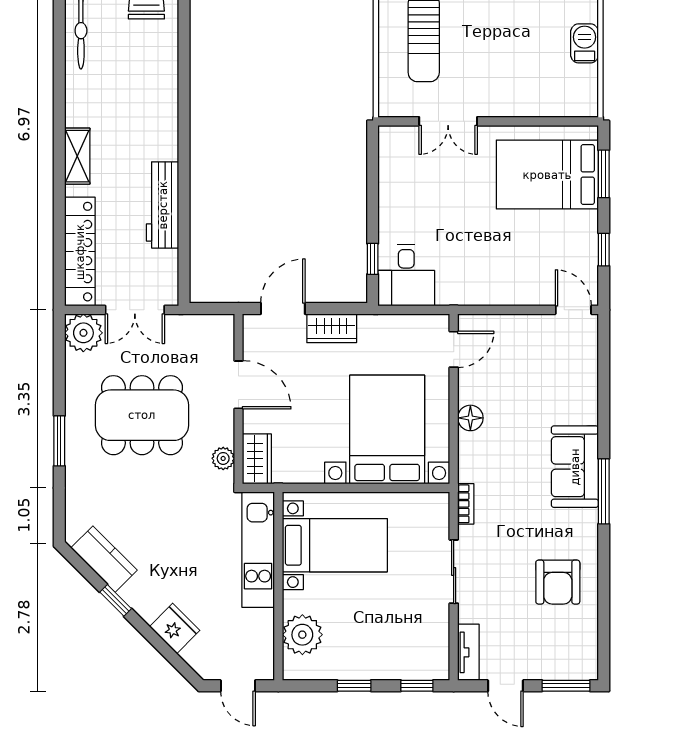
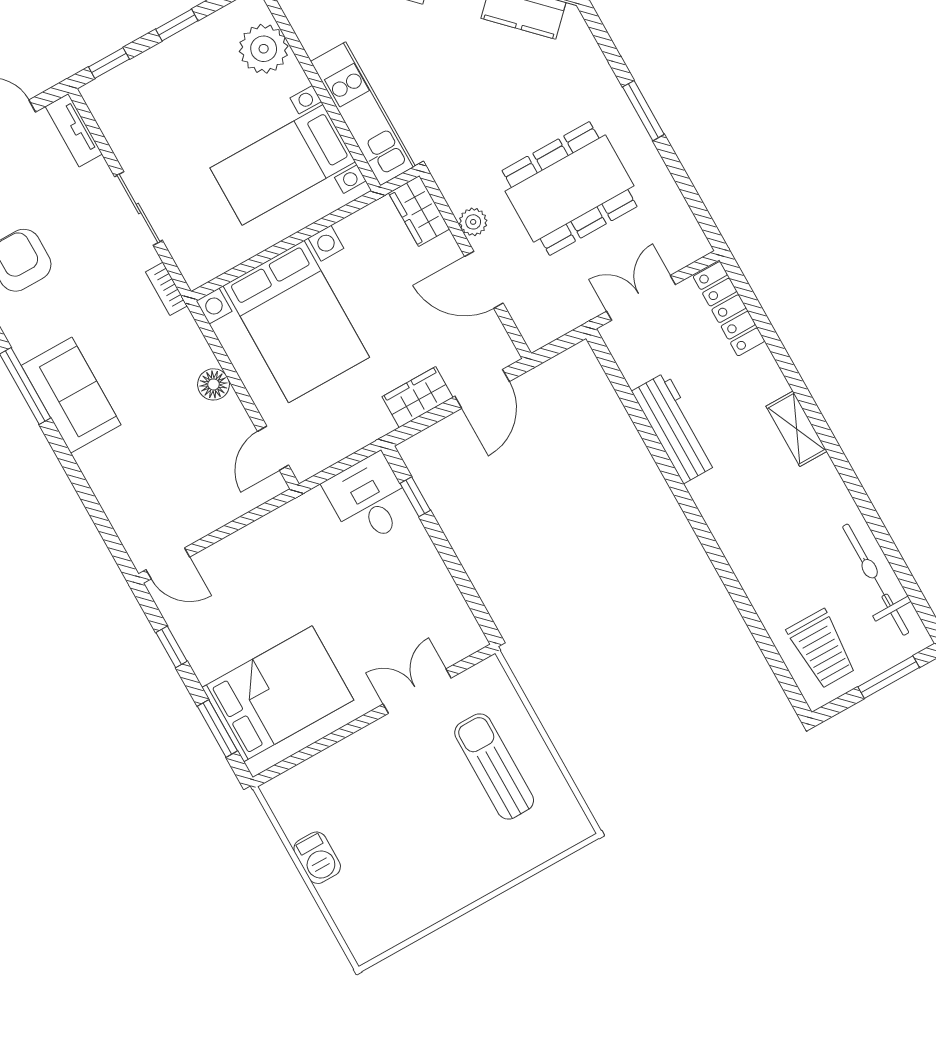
locker: (80, 252) -> (729, 309), width x0.71, depth x0.83
plant: (83, 333) -> (683, 242), removed
plant: (223, 458) -> (473, 222), moved

